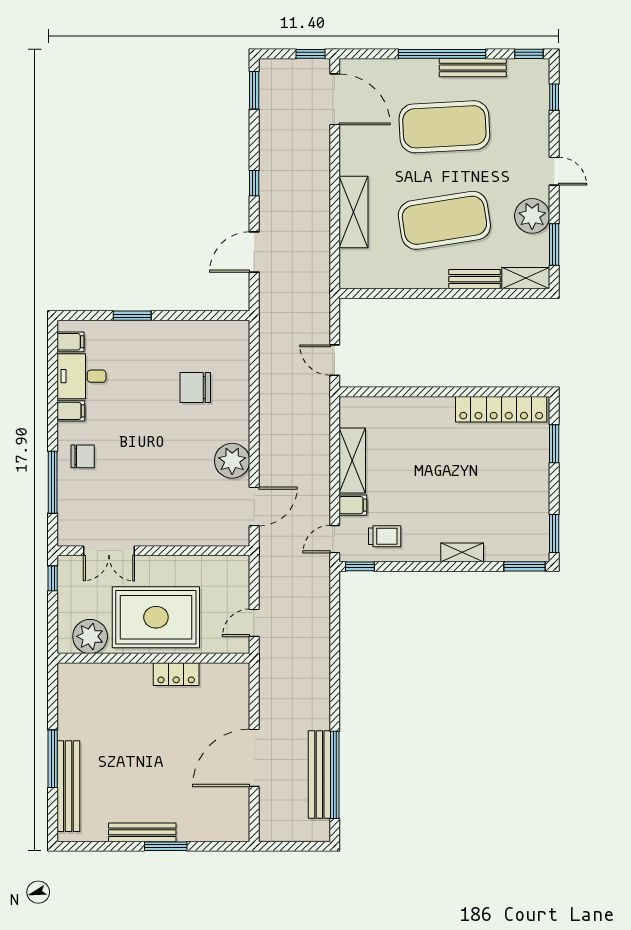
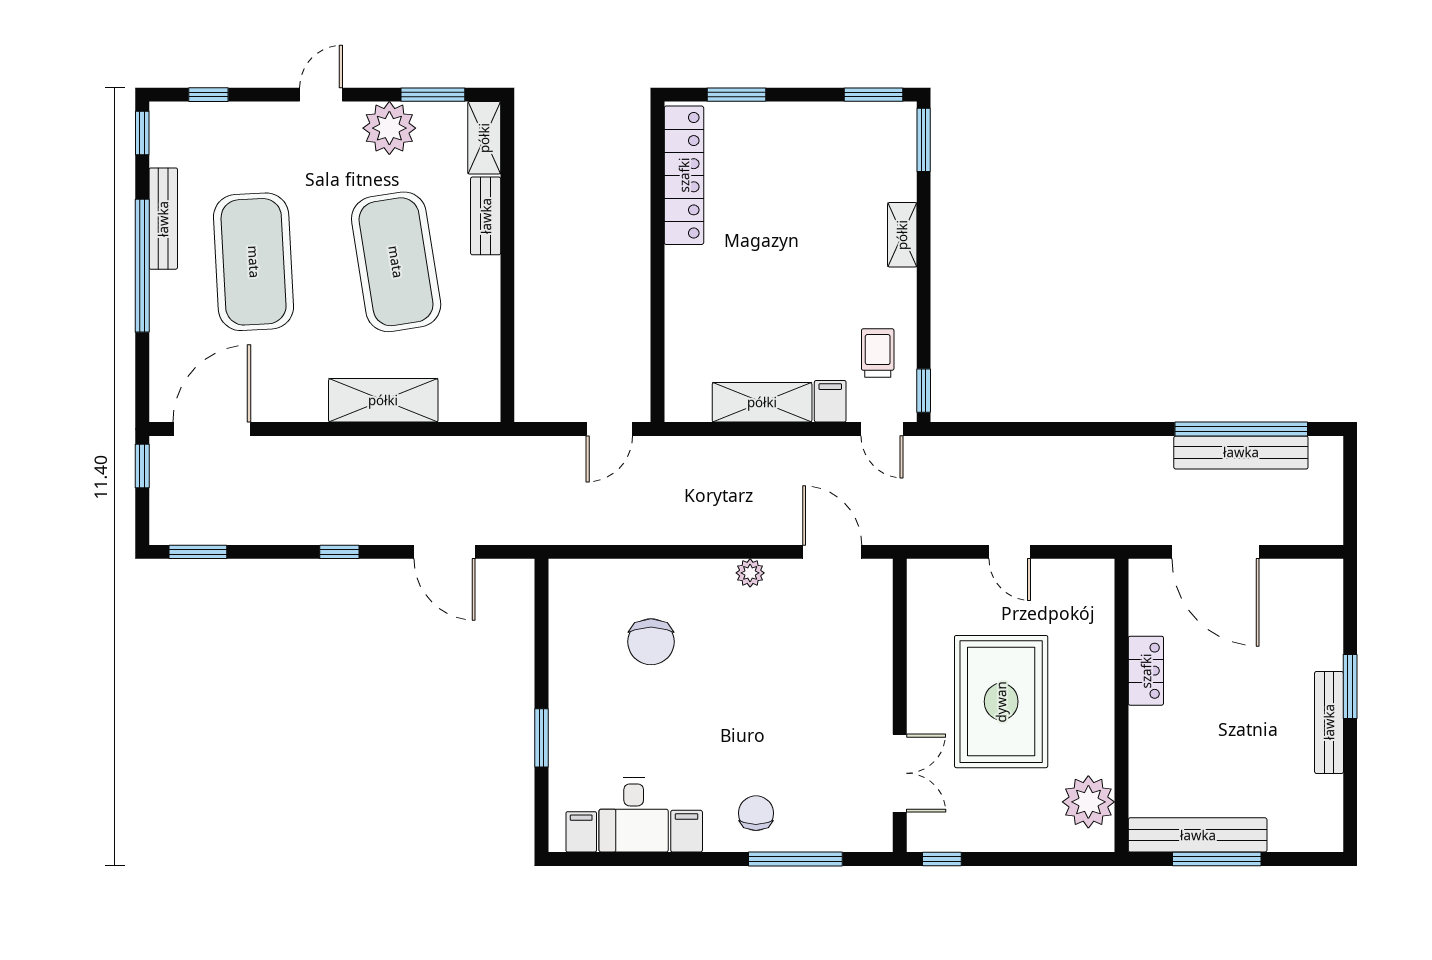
plant: (232, 461) -> (750, 573), width x0.53, depth x0.53
plant: (90, 636) -> (1088, 802), moved
wall: (153, 658) -> (1122, 705), moved
locker: (176, 674) -> (1146, 671), moved
bench: (68, 786) -> (1198, 835), moved

